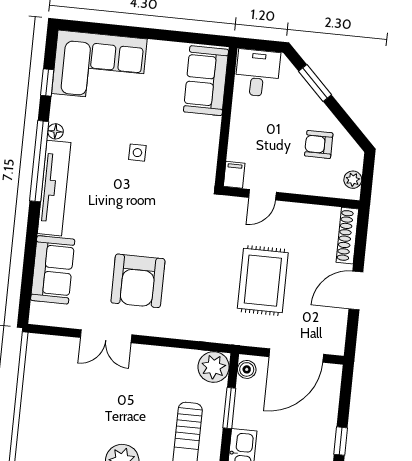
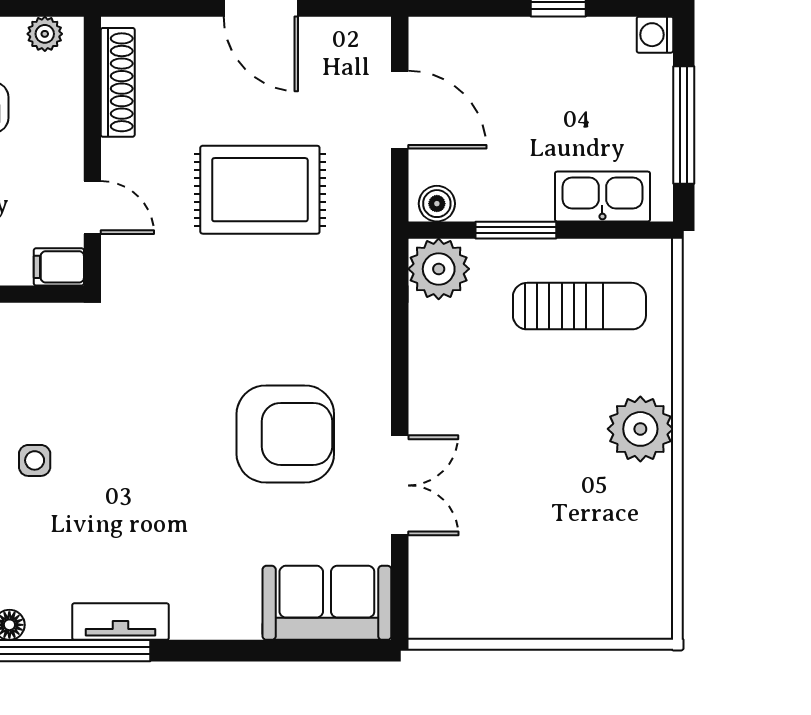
tv unit: (54, 188) -> (120, 622), width x0.52, depth x0.78
shoe rack: (347, 236) -> (118, 82), moved, turned -90
sofa: (53, 270) -> (327, 603), moved
door: (296, 355) -> (400, 110), width x0.73

